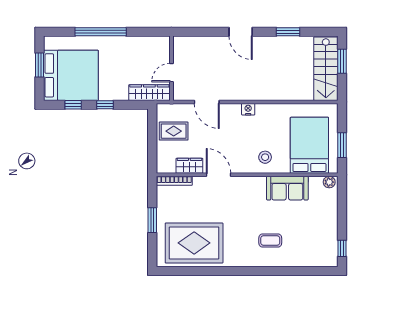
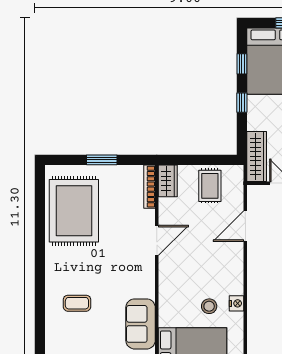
nightstand: (248, 109) -> (236, 303), moved
stool: (265, 157) -> (209, 306), moved
wardrobe: (189, 166) -> (168, 181), moved
coffee table: (270, 241) -> (77, 303), turned 90

